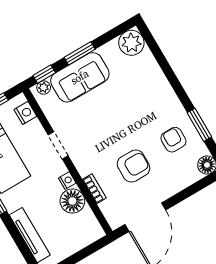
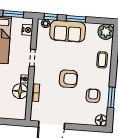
coffee table: (152, 84) -> (102, 60), added
armchair: (134, 166) -> (68, 79), moved

